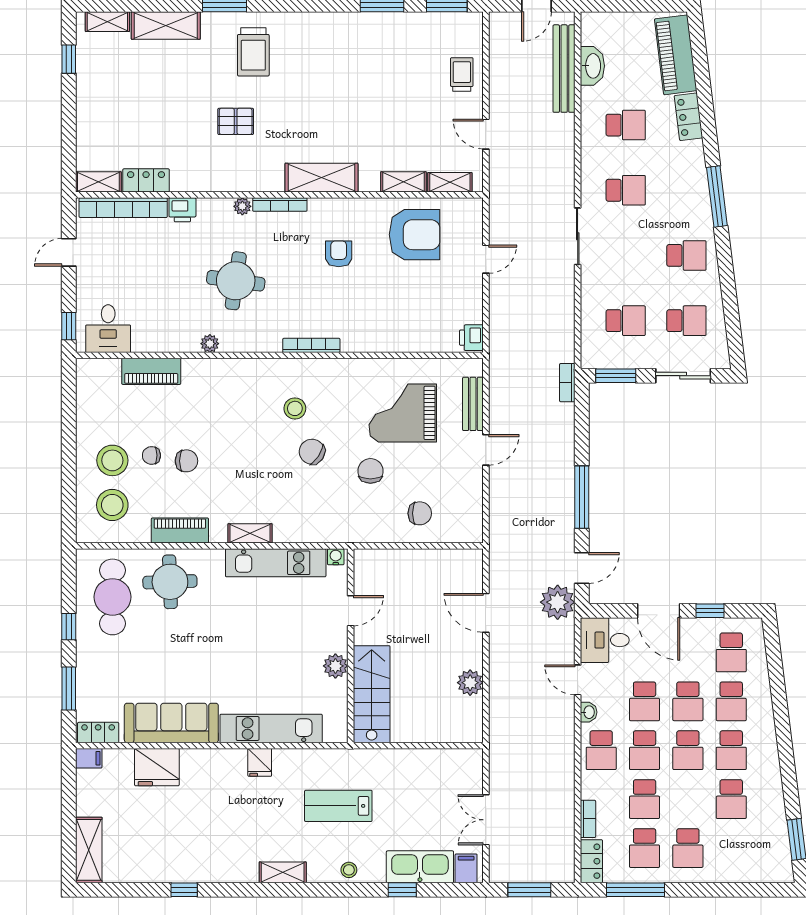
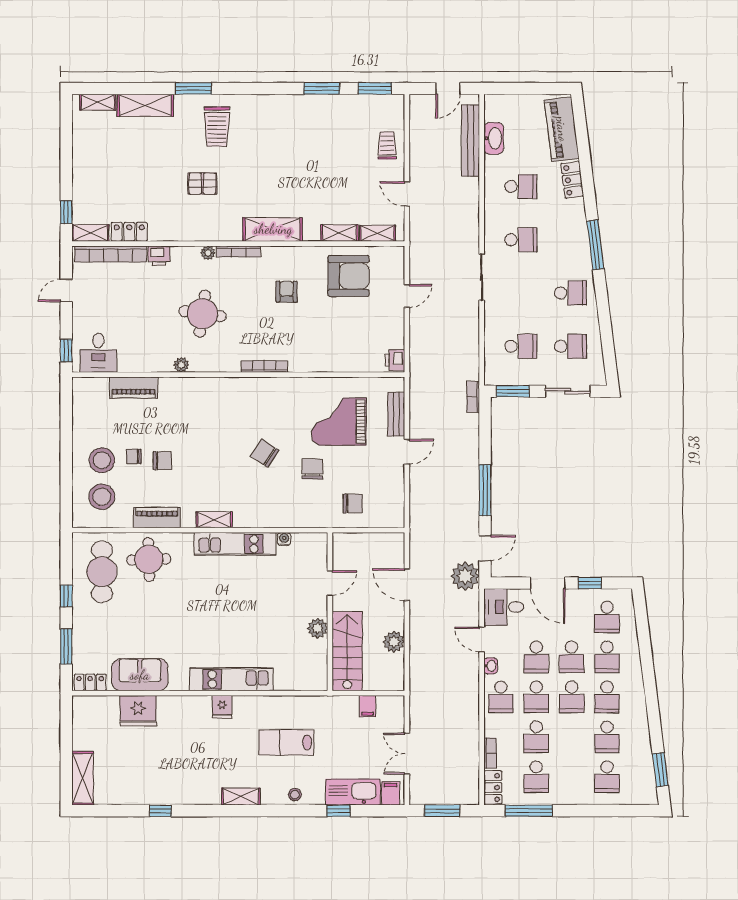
window: (69, 59) -> (66, 212), moved
stool: (295, 408) -> (251, 418), removed
door: (351, 611) -> (330, 583), moved
wall: (351, 646) -> (330, 612), moved
plant: (335, 666) -> (318, 628), moved
stairs: (372, 694) -> (347, 651), moved
sofa: (171, 723) -> (140, 675), width x0.73
filing cabinet: (89, 758) -> (368, 706), moved, turned 90
school desk: (688, 848) -> (607, 777), moved

